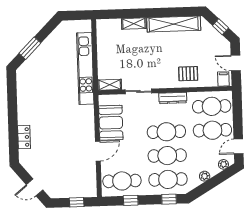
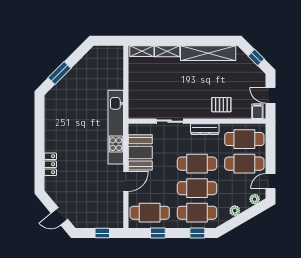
kitchen unit: (85, 68) -> (116, 127), moved
shelving: (110, 85) -> (142, 51), moved

